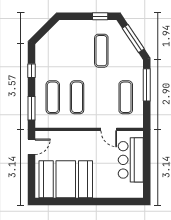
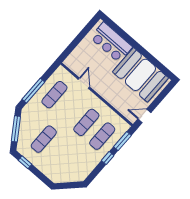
window: (32, 71) -> (108, 158), moved
bar counter: (131, 160) -> (111, 42), moved, turned 90

